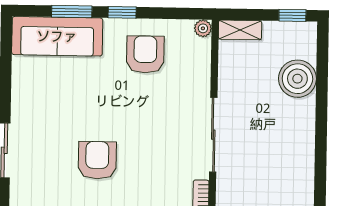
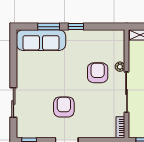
plant: (203, 28) -> (120, 67), moved
armchair: (145, 54) -> (98, 73), moved

